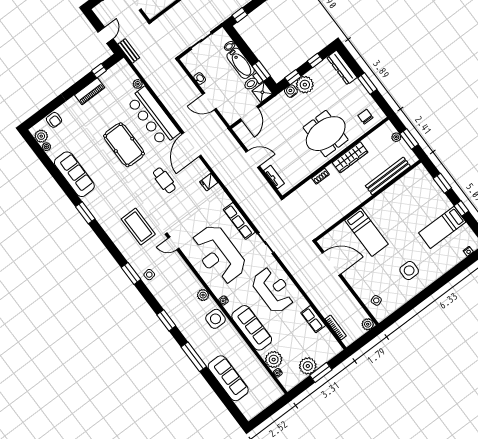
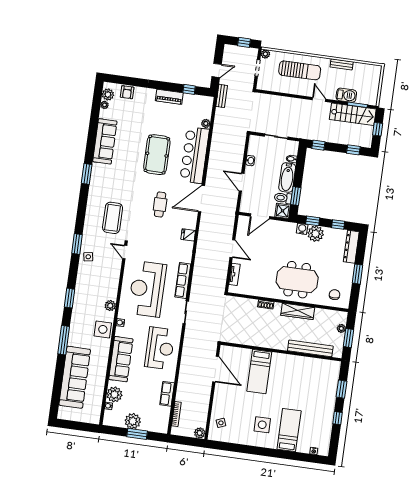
bed: (442, 227) -> (289, 430), moved, turned 90
sofa: (228, 378) -> (75, 377), width x1.36, depth x1.27

